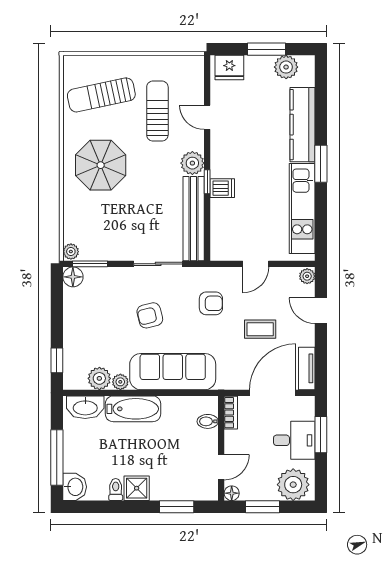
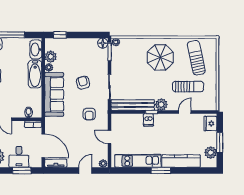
coffee table: (260, 329) -> (76, 139), removed

